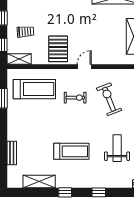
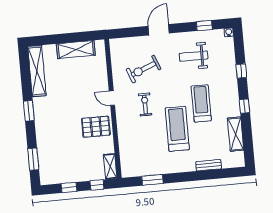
trolley: (25, 32) -> (81, 163), removed
treadmill: (34, 89) -> (177, 129), moved

